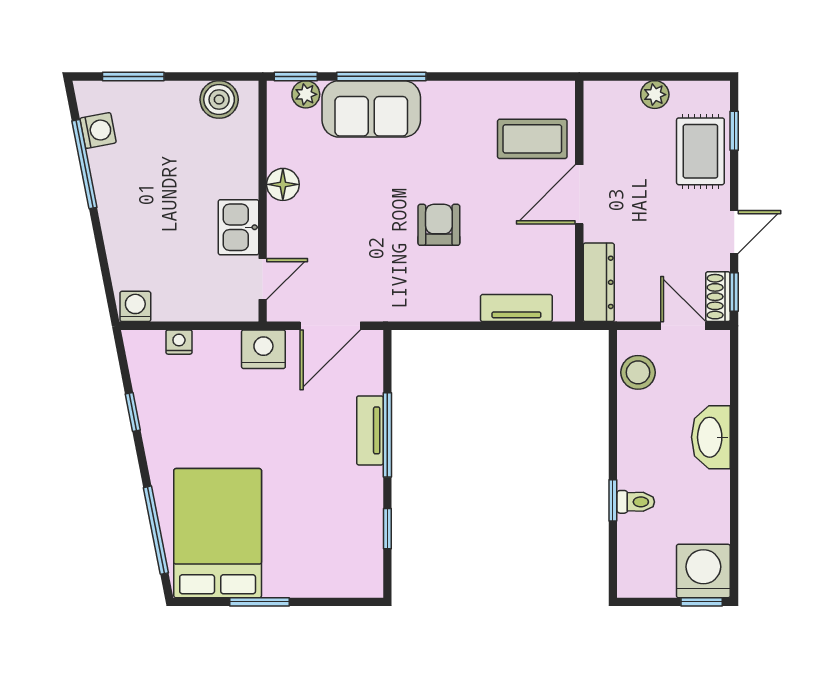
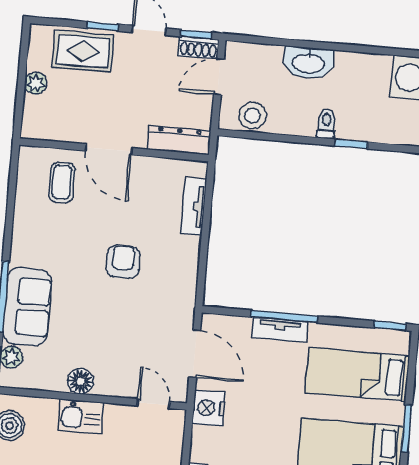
window: (734, 131) -> (103, 26), moved
coffee table: (532, 139) -> (62, 182), width x0.73, depth x0.77
armchair: (439, 225) -> (123, 262), turned 90
kitchen sink: (239, 227) -> (81, 416), moved
toilet: (636, 502) -> (326, 124), moved
window: (387, 529) -> (390, 326), moved
bed: (322, 534) -> (357, 374), added

